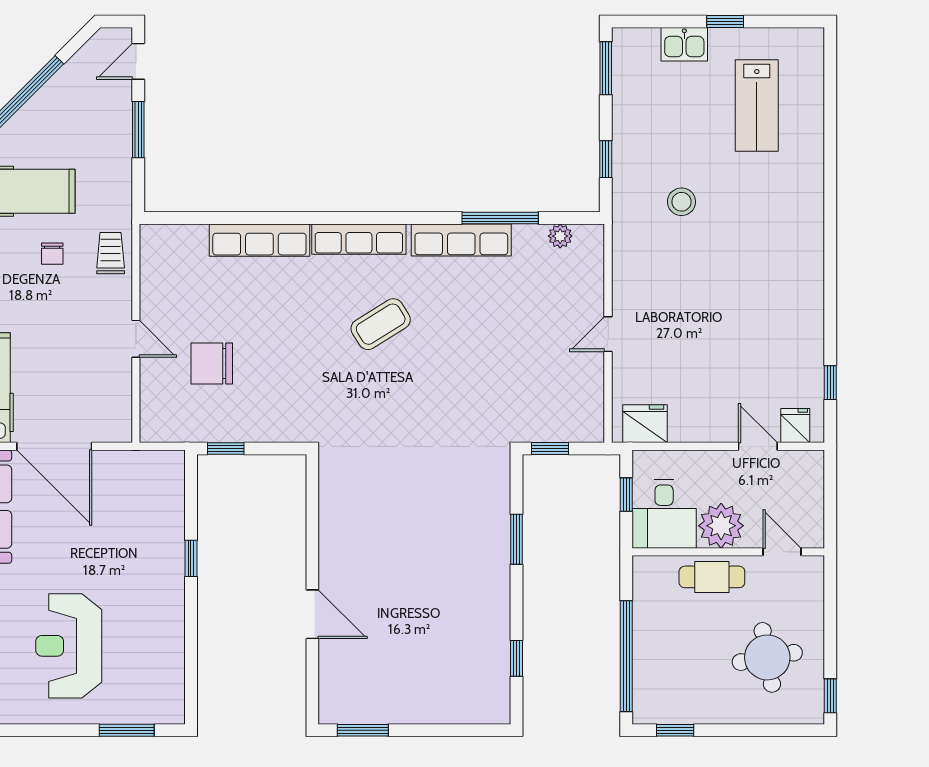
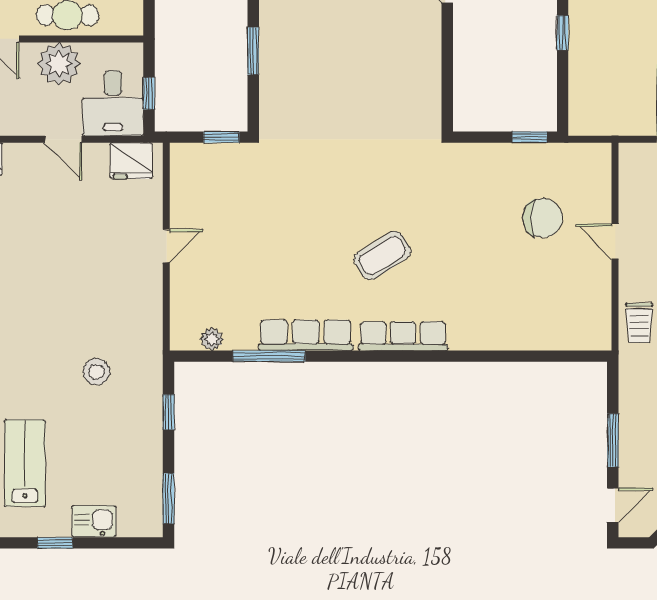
row of seats: (259, 240) -> (497, 335), removed
door: (758, 446) -> (63, 139), moved
desk: (664, 514) -> (113, 103), moved, turned 180

